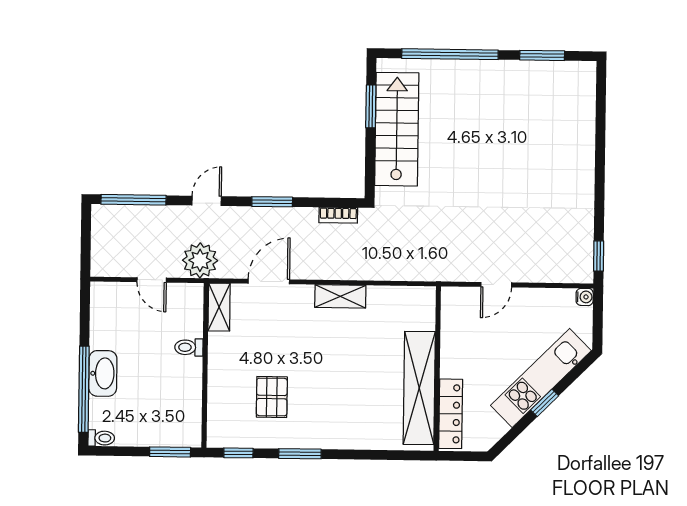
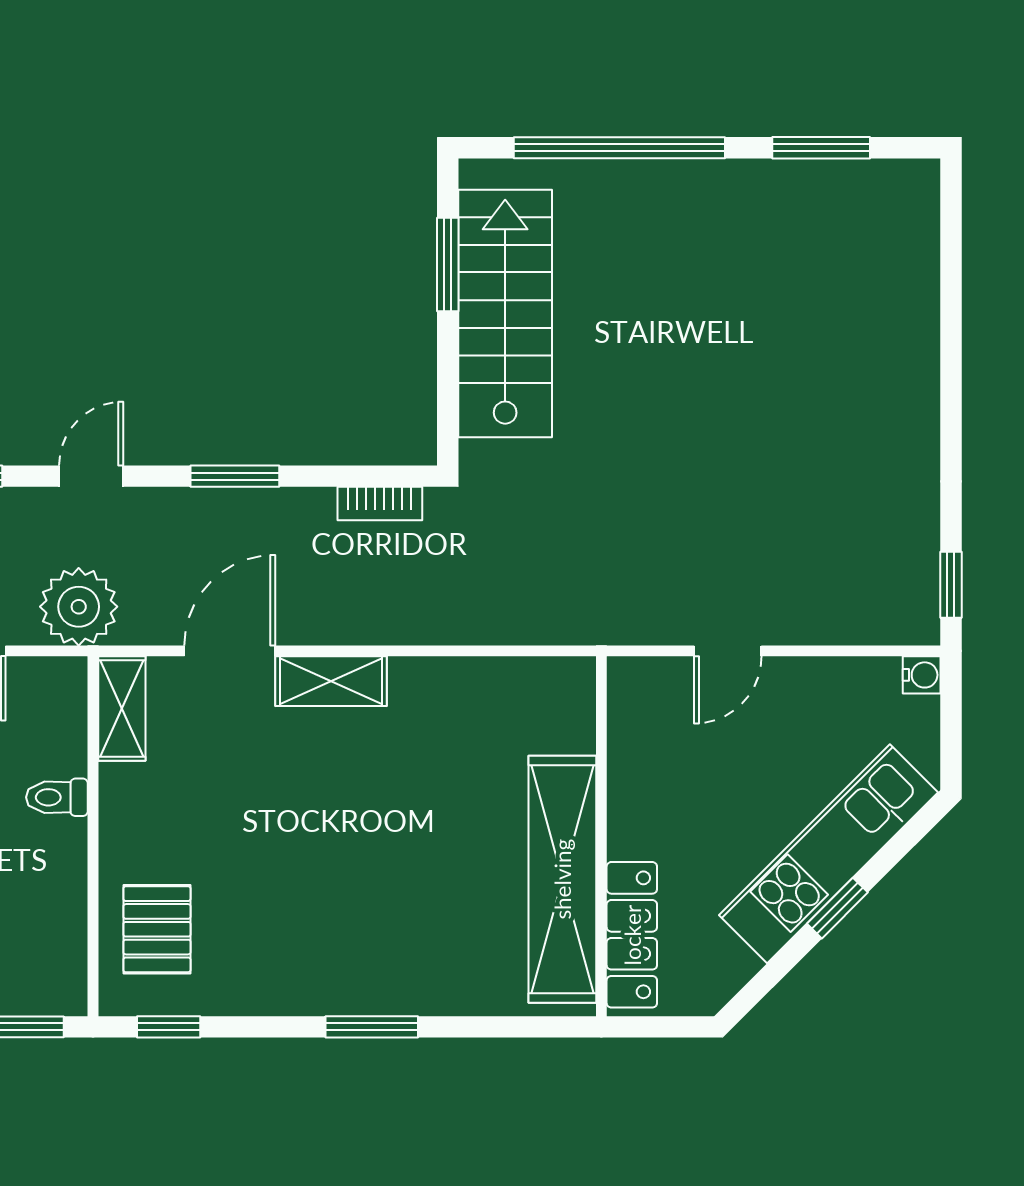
shelving: (340, 296) -> (331, 681), moved
pallet: (272, 397) -> (157, 929), moved
window: (300, 454) -> (372, 1027), moved

